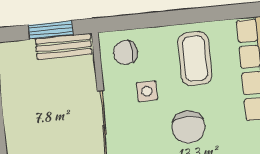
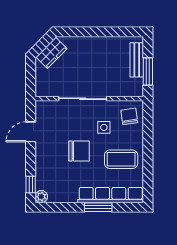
bench: (64, 46) -> (137, 60), moved
chair: (188, 127) -> (79, 151), turned 180

